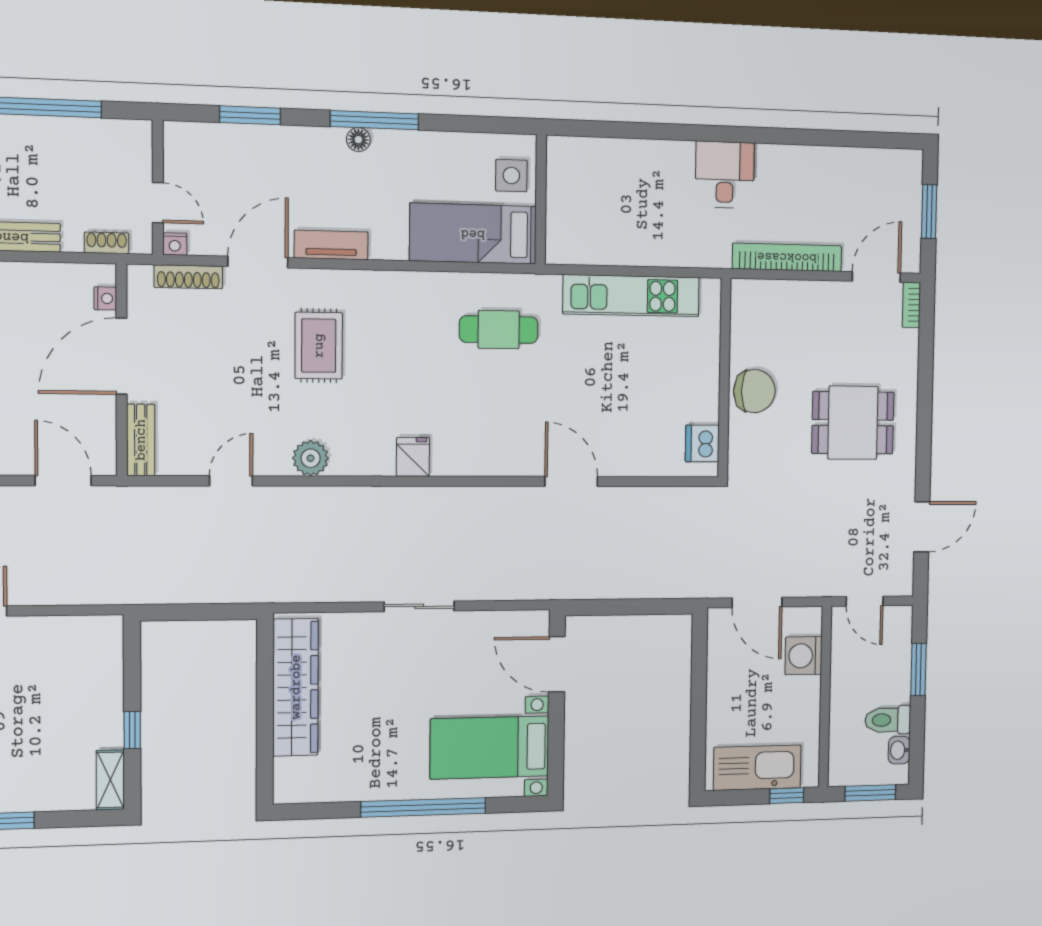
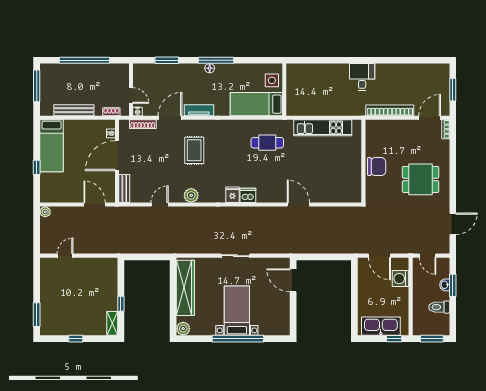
dishwasher: (702, 444) -> (248, 195), moved, turned 90
bed with nightstands: (490, 747) -> (237, 311), moved, turned 90
washbasin: (899, 750) -> (445, 285), moved
plant: (290, 787) -> (183, 329), added

